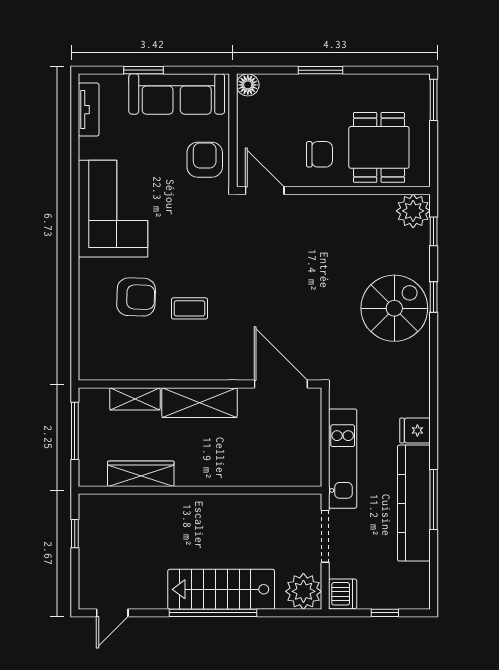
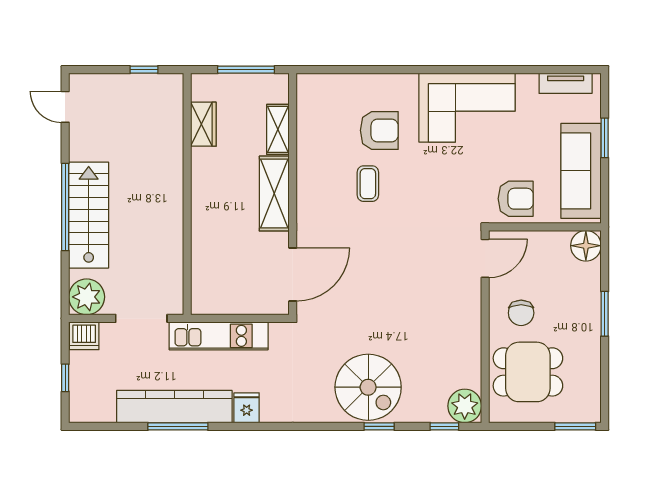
floor lamp: (248, 85) -> (586, 246), width x1.38, depth x1.38
armchair: (136, 297) -> (379, 130), turned -92
wardrobe: (141, 474) -> (203, 124), width x0.67

